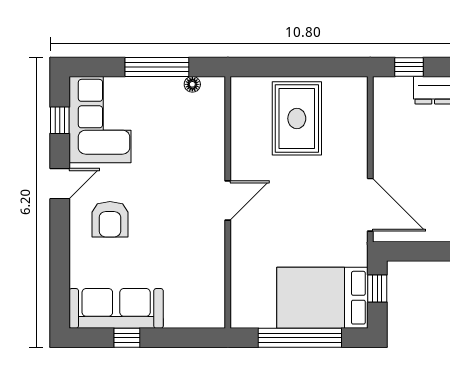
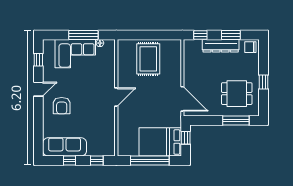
corner sofa: (100, 120) -> (75, 54), moved, turned 90
window: (186, 338) -> (97, 161), added

